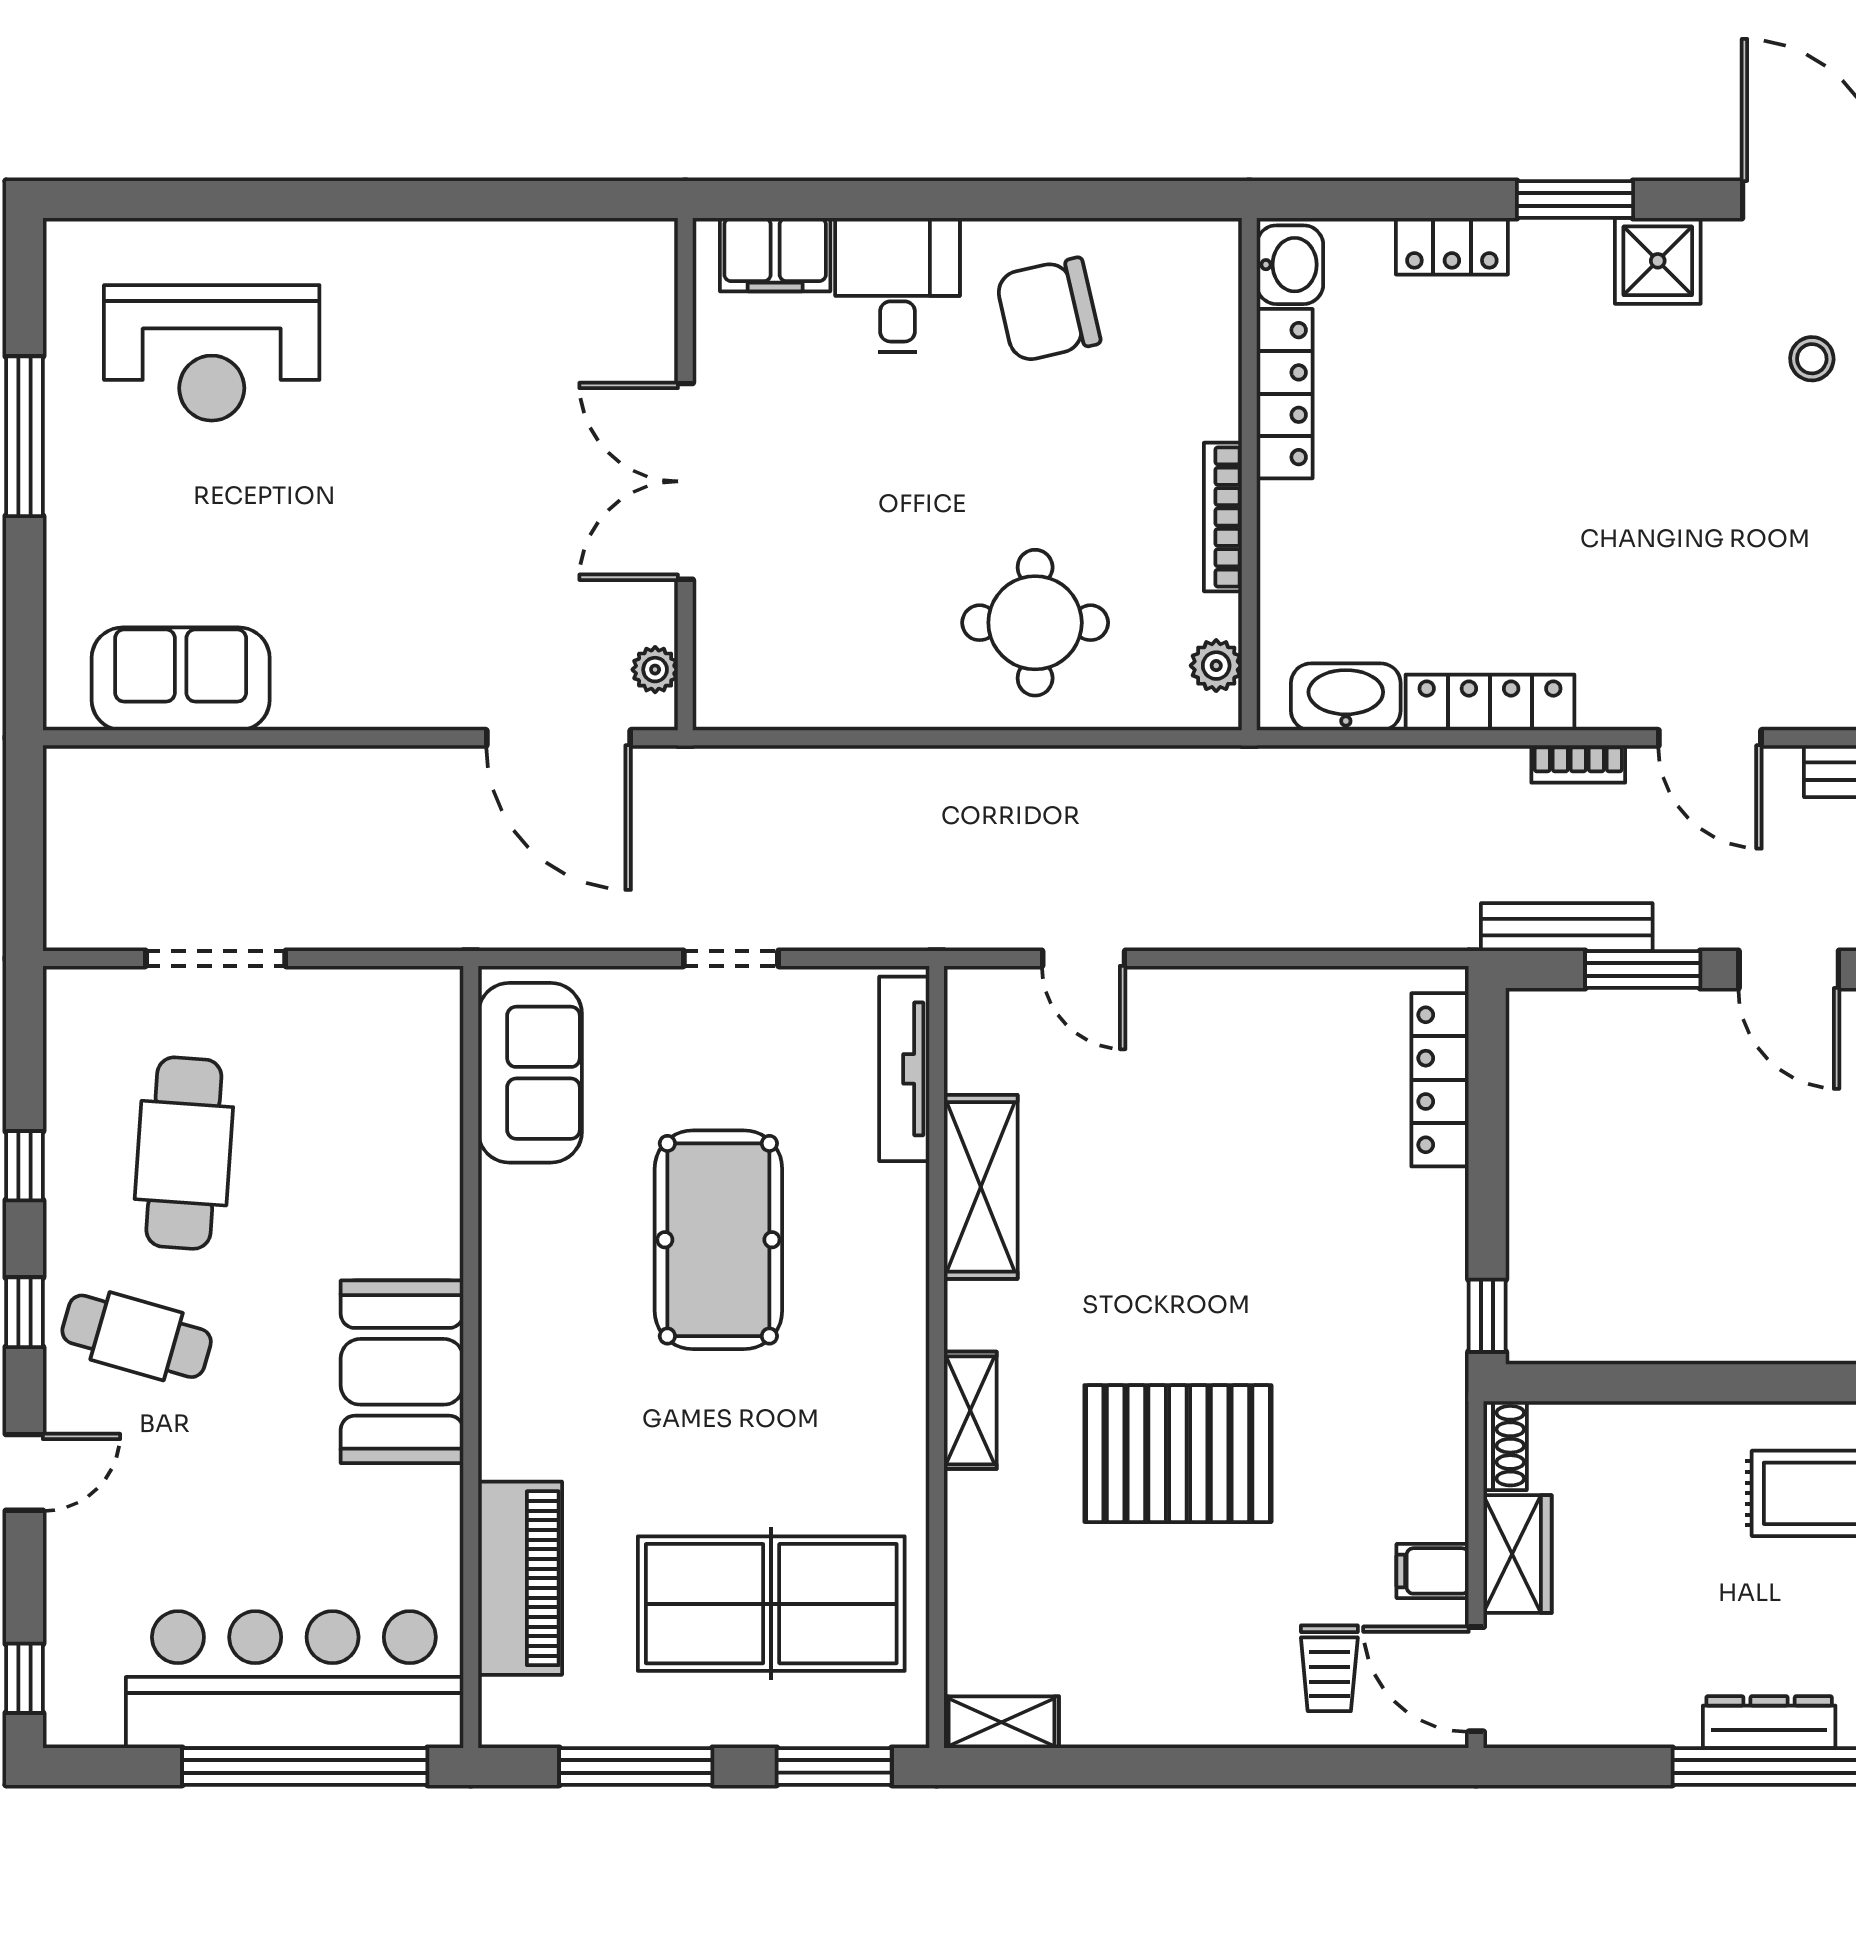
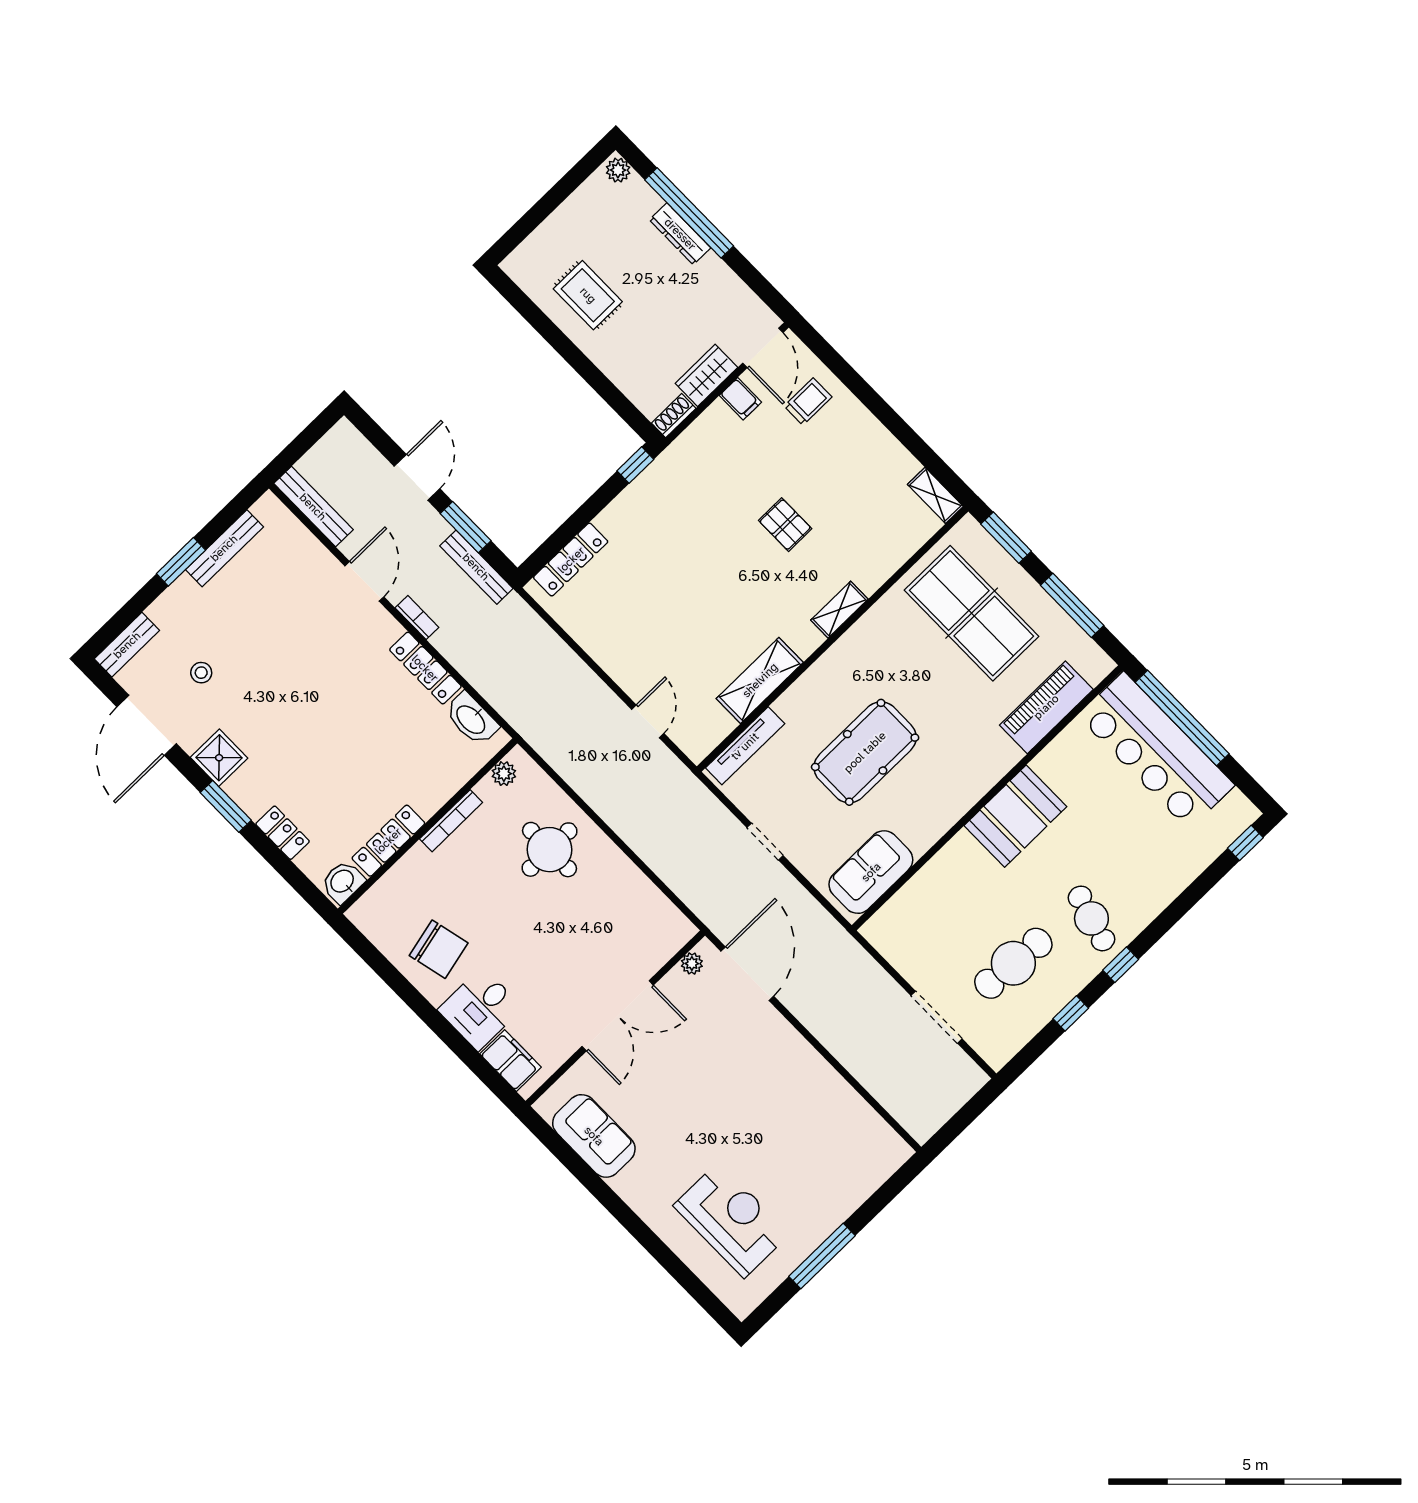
sofa: (181, 679) -> (594, 1136), moved, turned 180
pallet: (1178, 1454) -> (785, 525), width x0.49, depth x0.50
door: (24, 1472) -> (1175, 911), removed

